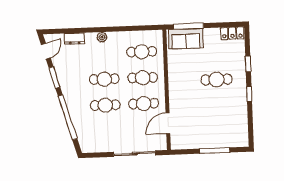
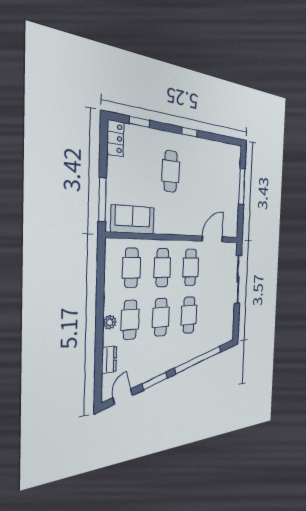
sofa: (186, 39) -> (133, 220), moved, turned -90
door: (46, 51) -> (123, 397), hinge flipped
cafe table: (103, 53) -> (130, 320), added
window: (248, 64) -> (139, 122), moved
door: (168, 123) -> (212, 239), swing flipped

